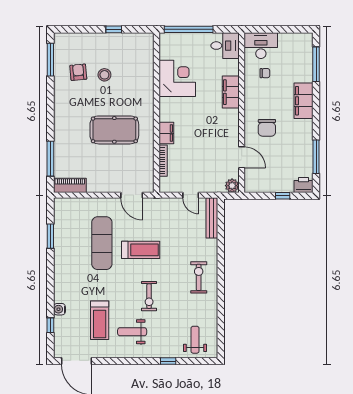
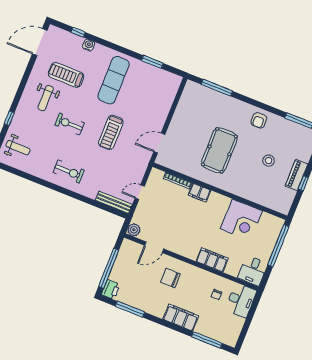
armchair: (78, 72) -> (259, 120), moved, turned 95
piano: (70, 185) -> (296, 175), moved, turned 180
window: (283, 196) -> (109, 268), width x3.17
exercise mat: (102, 243) -> (114, 80), moved, turned 90
weight bench: (132, 332) -> (46, 98), turned 180

